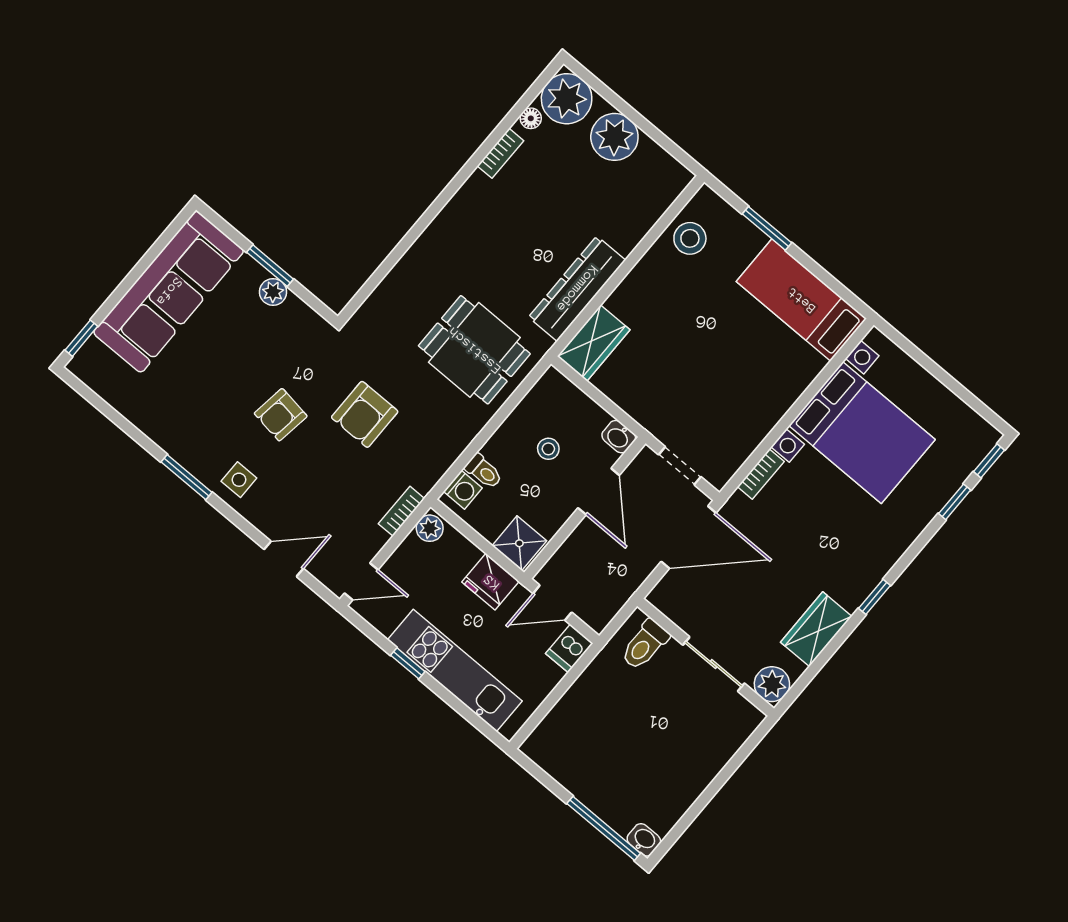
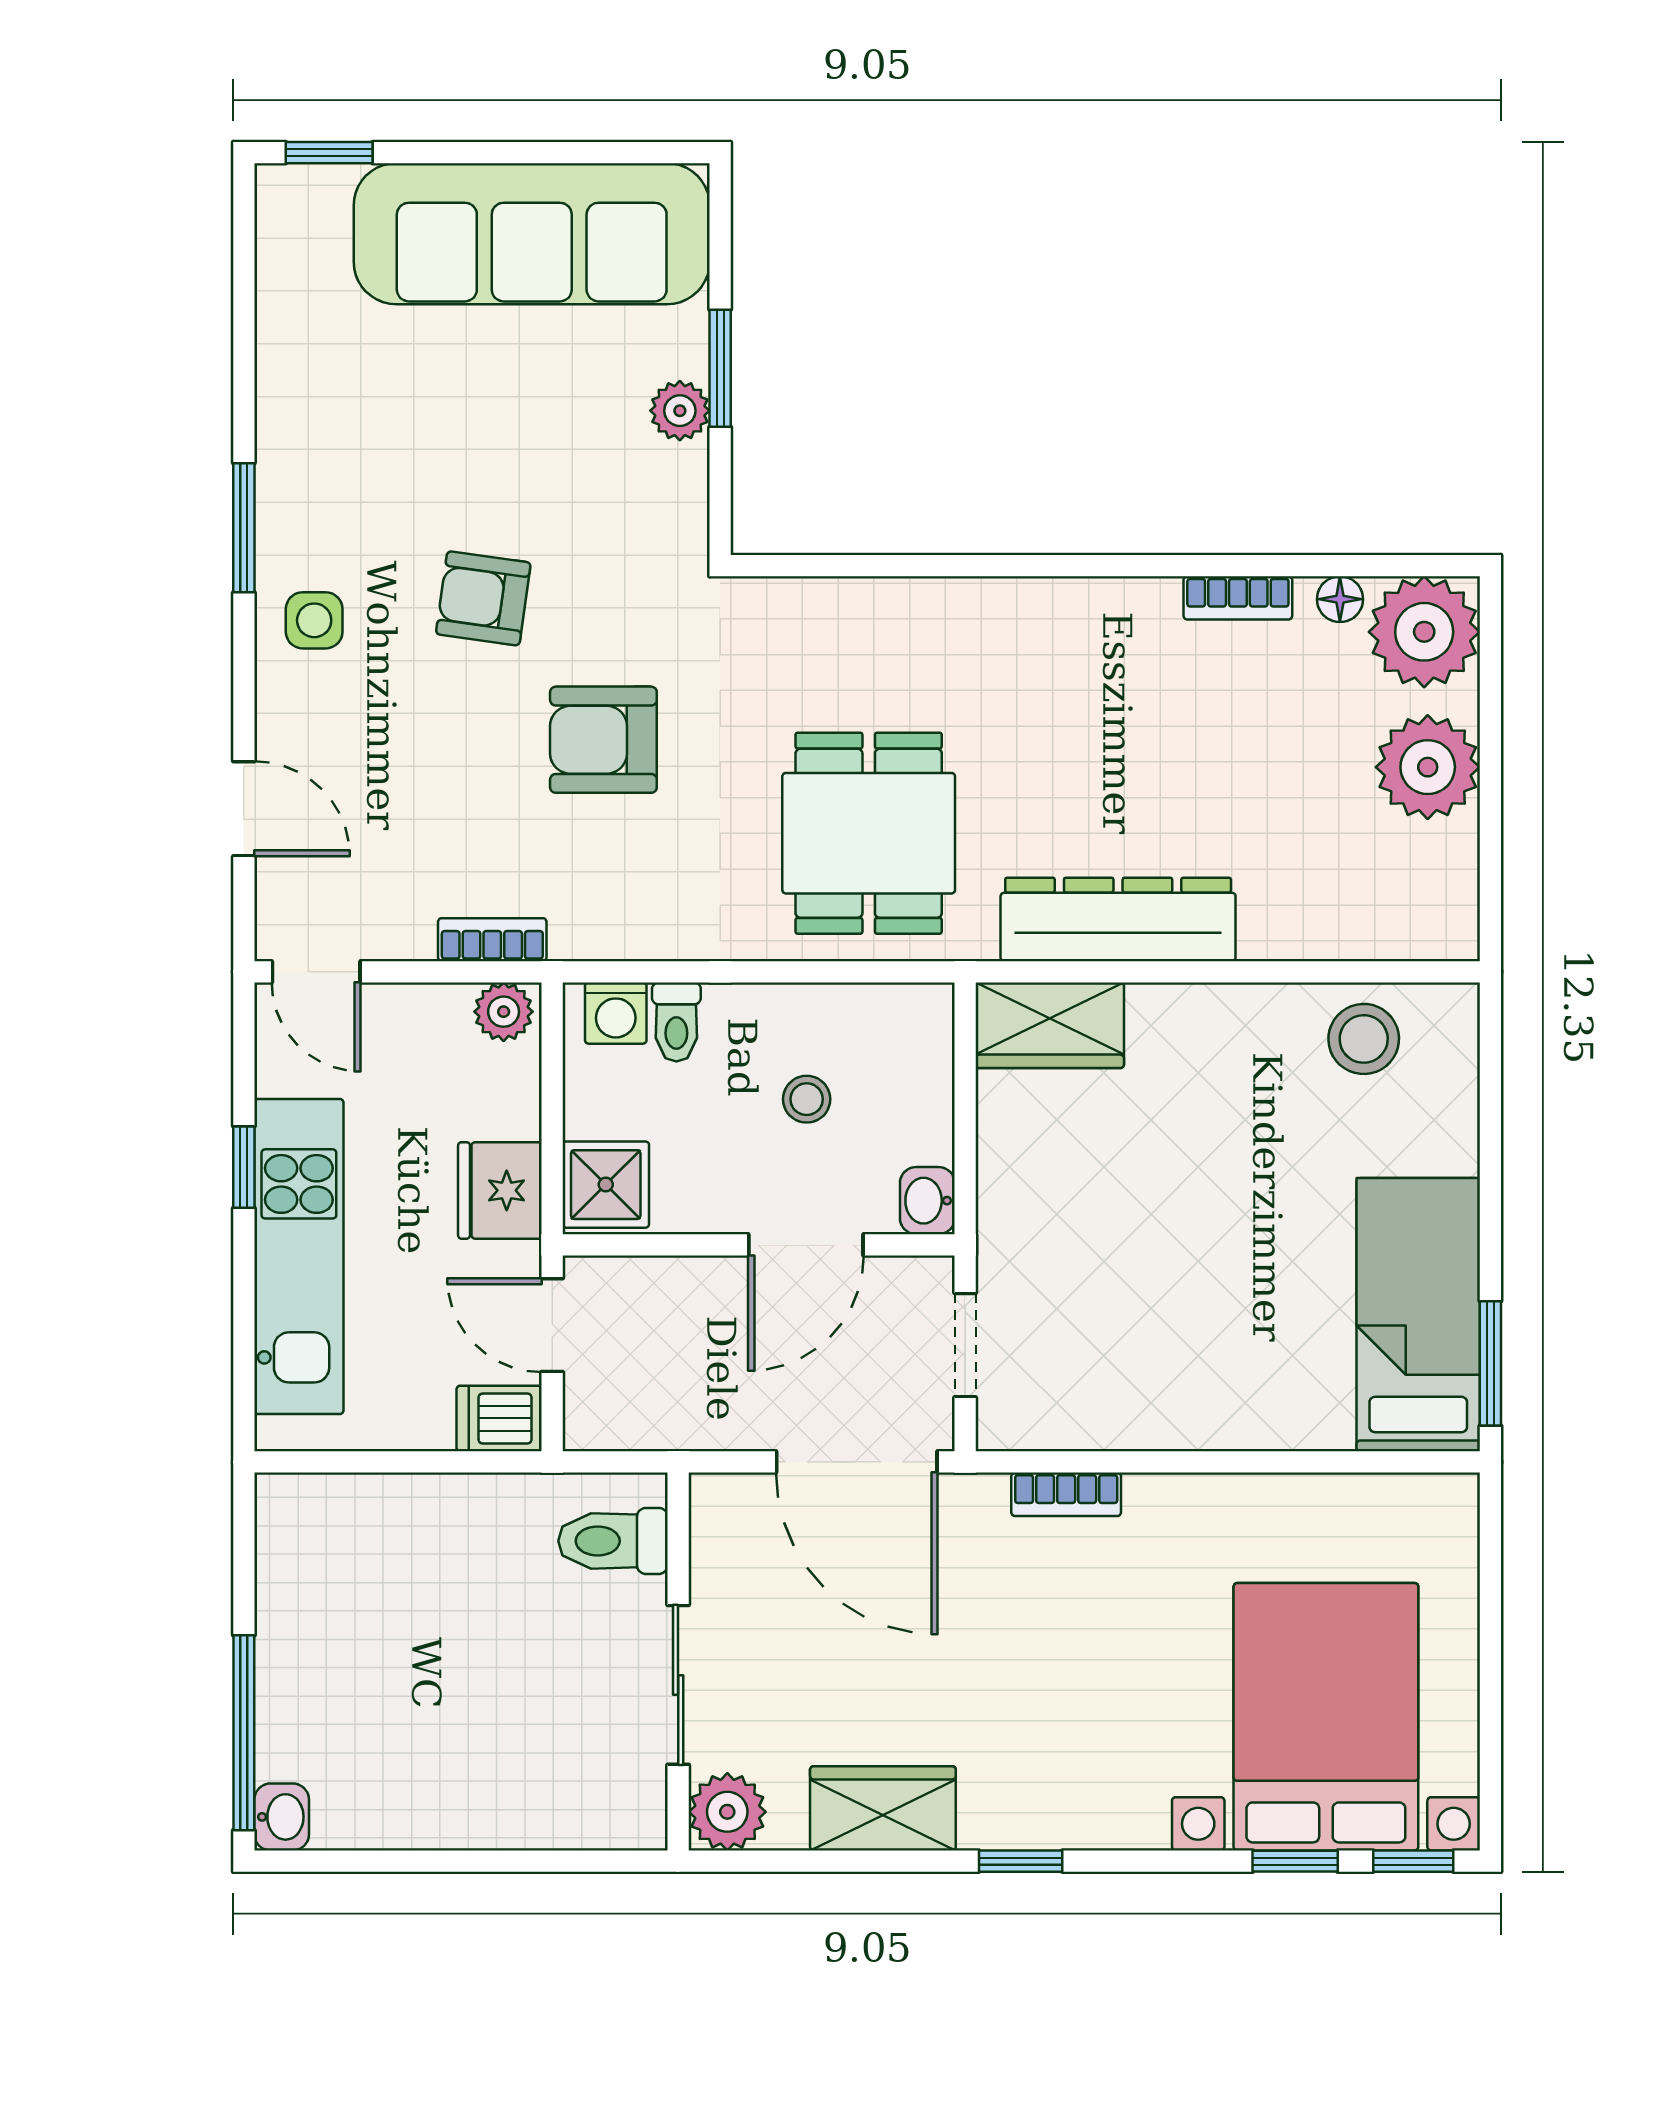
window: (767, 228) -> (1490, 1363), moved
bed with nightstands: (862, 433) -> (1326, 1717), moved, turned 180

